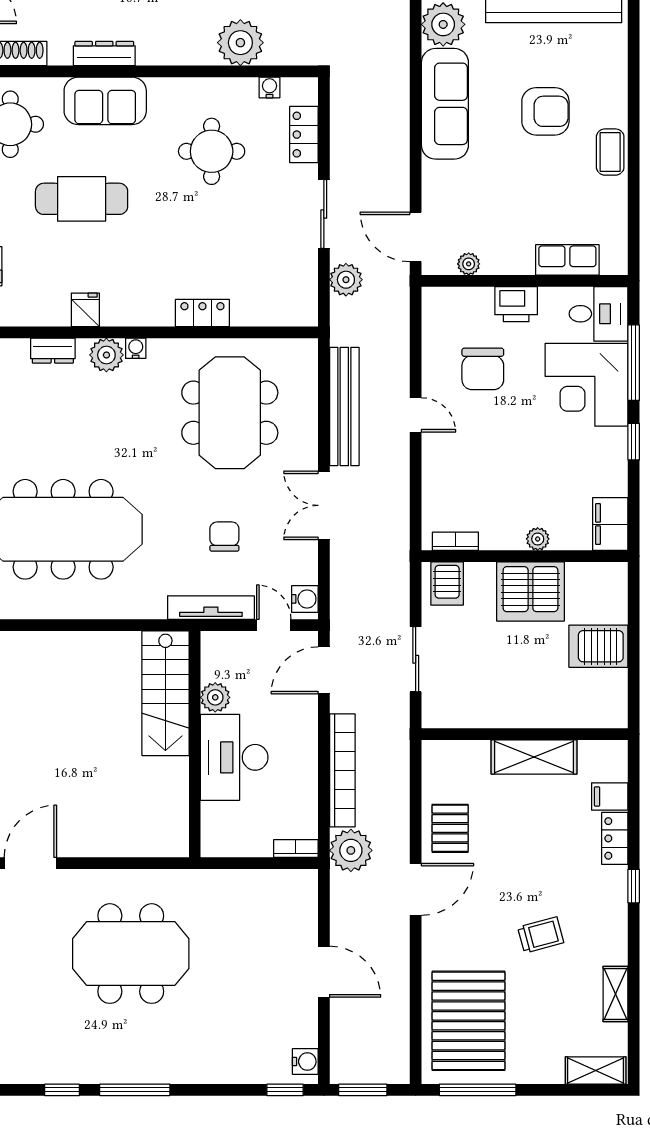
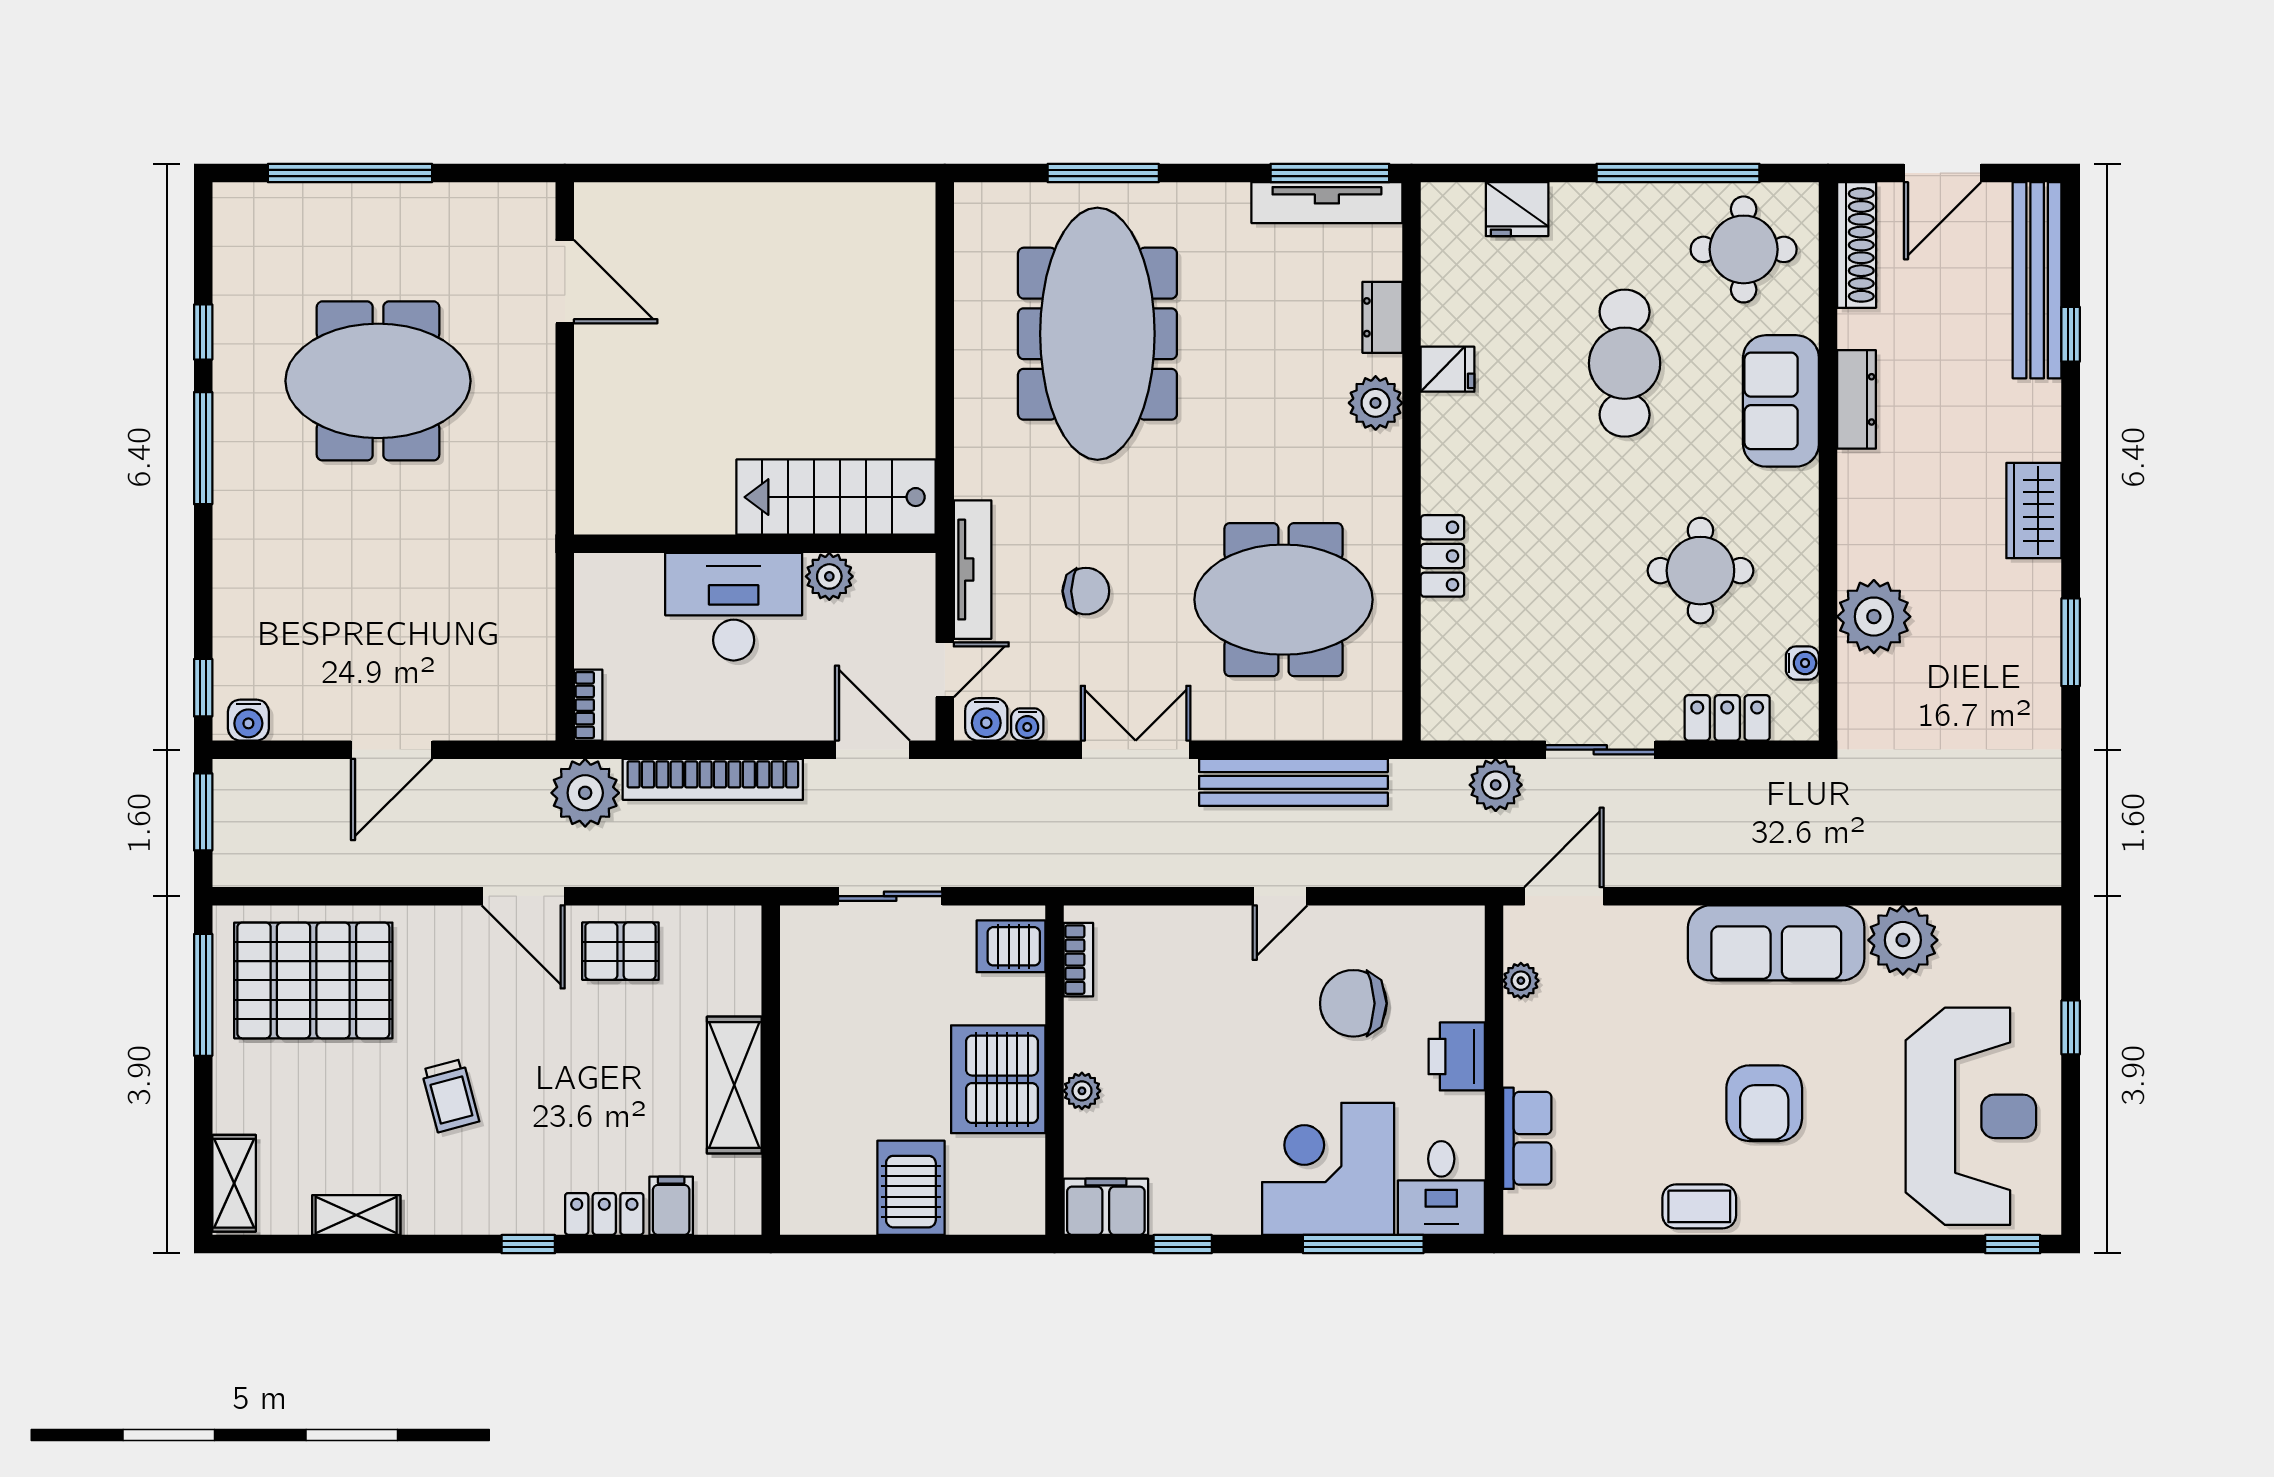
water cooler: (136, 348) -> (1027, 724), moved, turned 90
window: (634, 442) -> (1183, 1244), moved
meeting table: (131, 954) -> (378, 381), moved, turned 90

